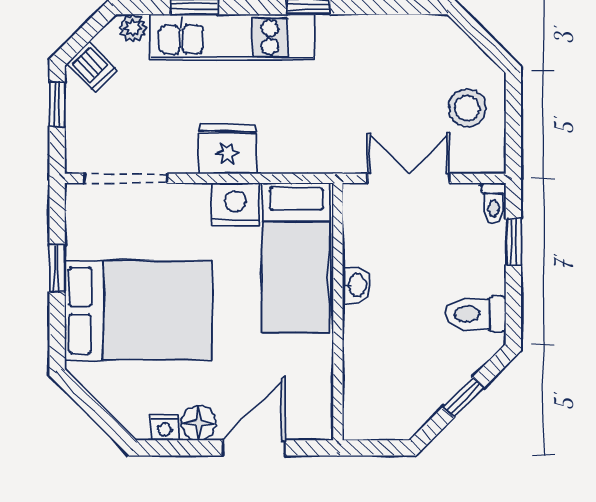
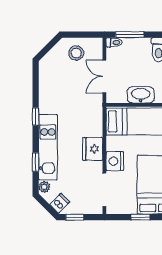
nightstand: (235, 205) -> (115, 161), moved
window: (513, 242) -> (130, 35), width x1.50
washbasin: (356, 285) -> (141, 95), width x1.91, depth x1.45

